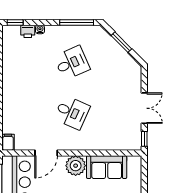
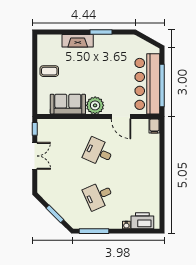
window: (15, 22) -> (148, 231), removed
printer: (28, 31) -> (142, 221), width x1.87, depth x1.48
double door: (144, 108) -> (35, 156), swing flipped
door: (46, 153) -> (121, 117), swing flipped

